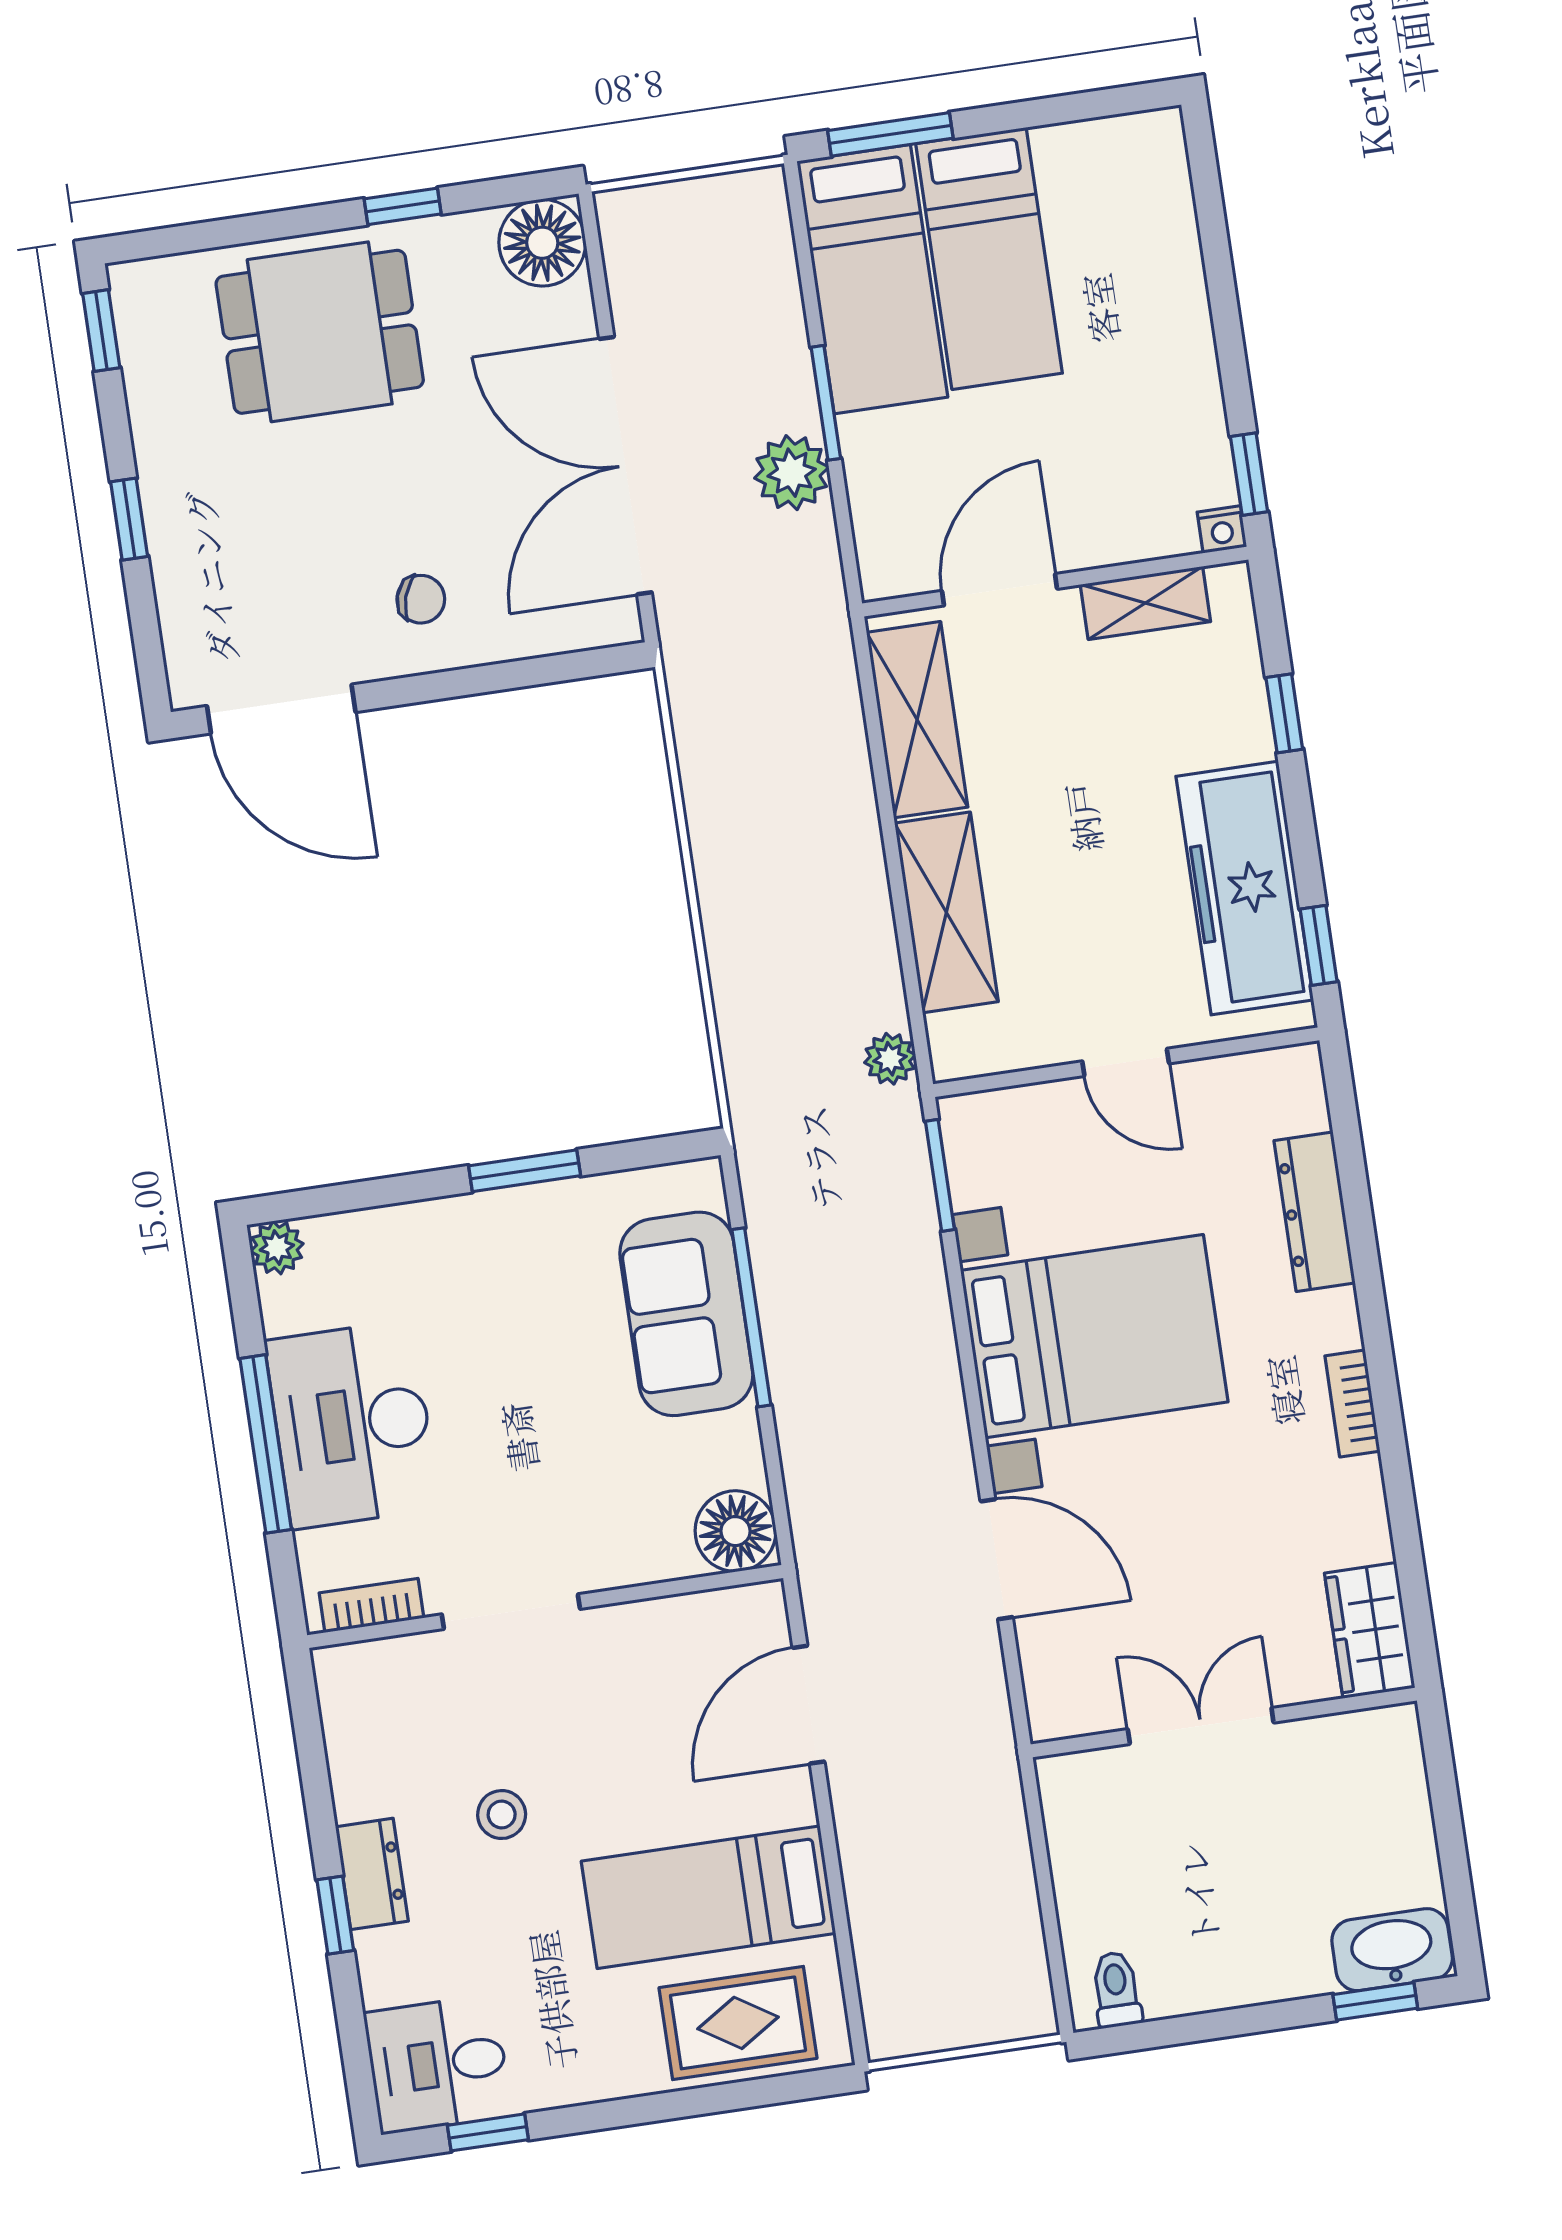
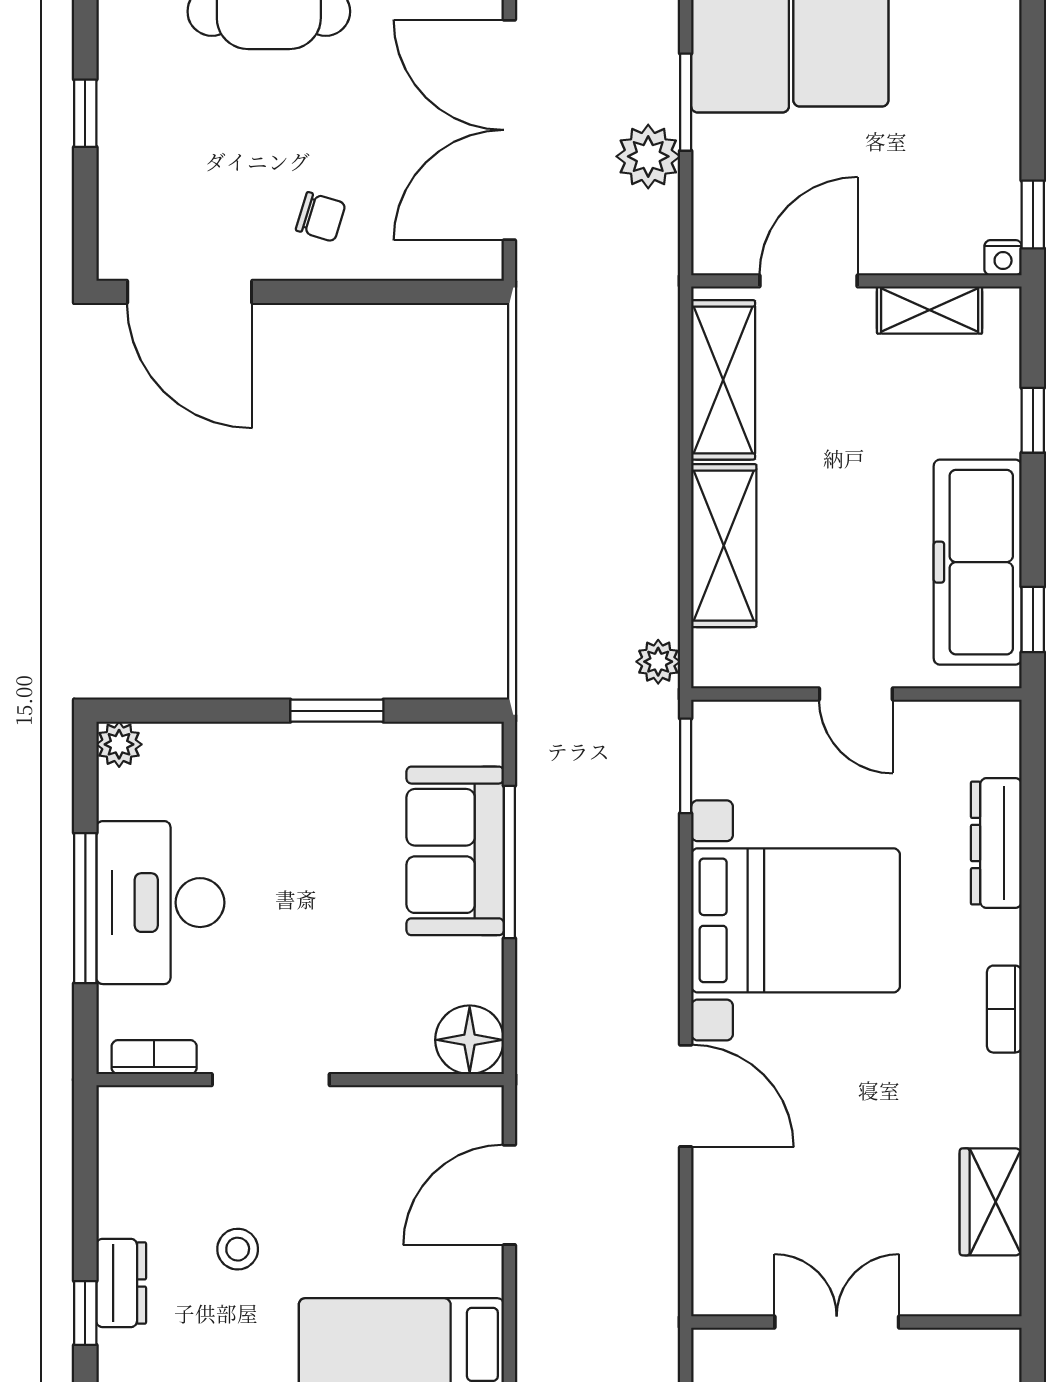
wall: (1224, 1722) -> (856, 1322), moved
double door: (1201, 1726) -> (837, 1322), moved

